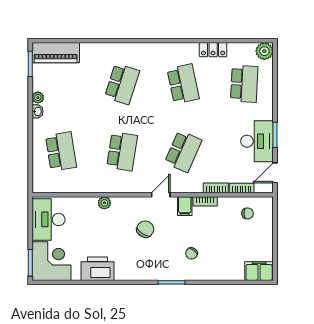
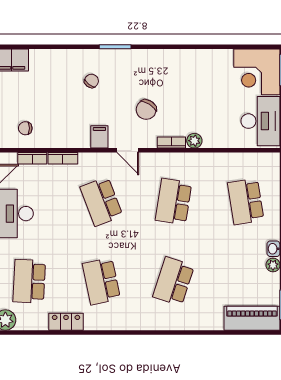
school desk: (183, 151) -> (101, 202), turned -45
door: (161, 195) -> (128, 150), hinge flipped
bookcase: (205, 201) -> (171, 143), moved
printer: (98, 269) -> (203, 63), removed

